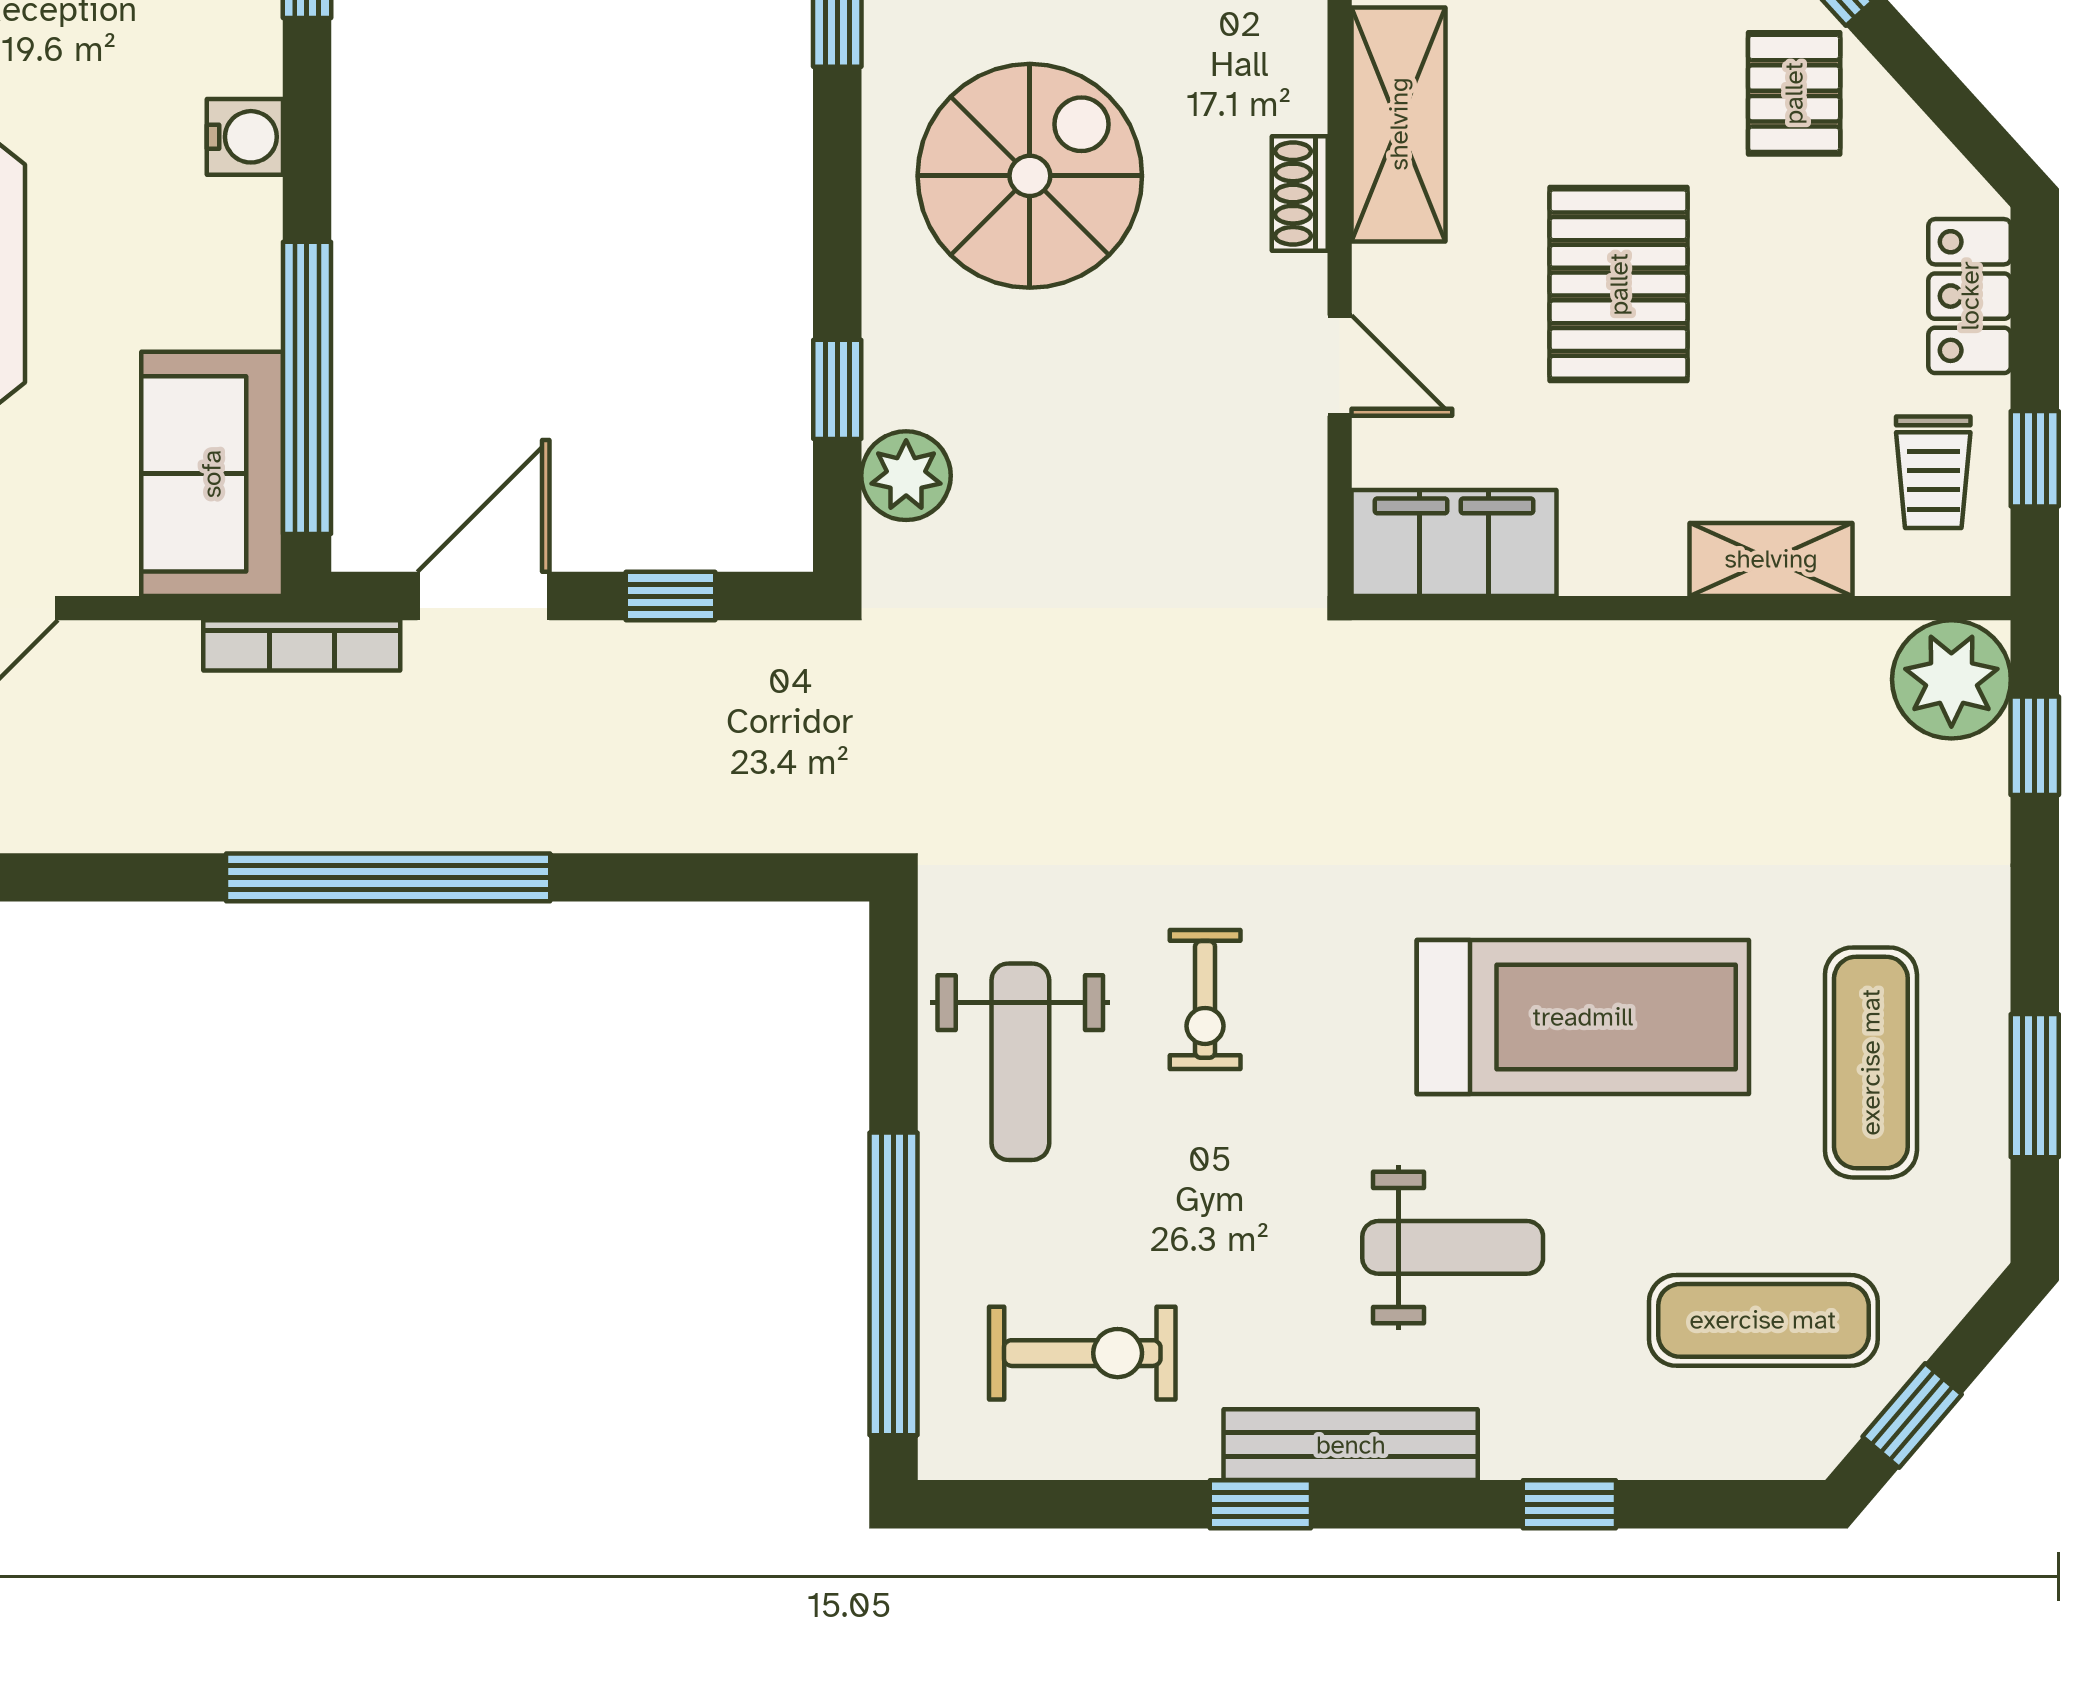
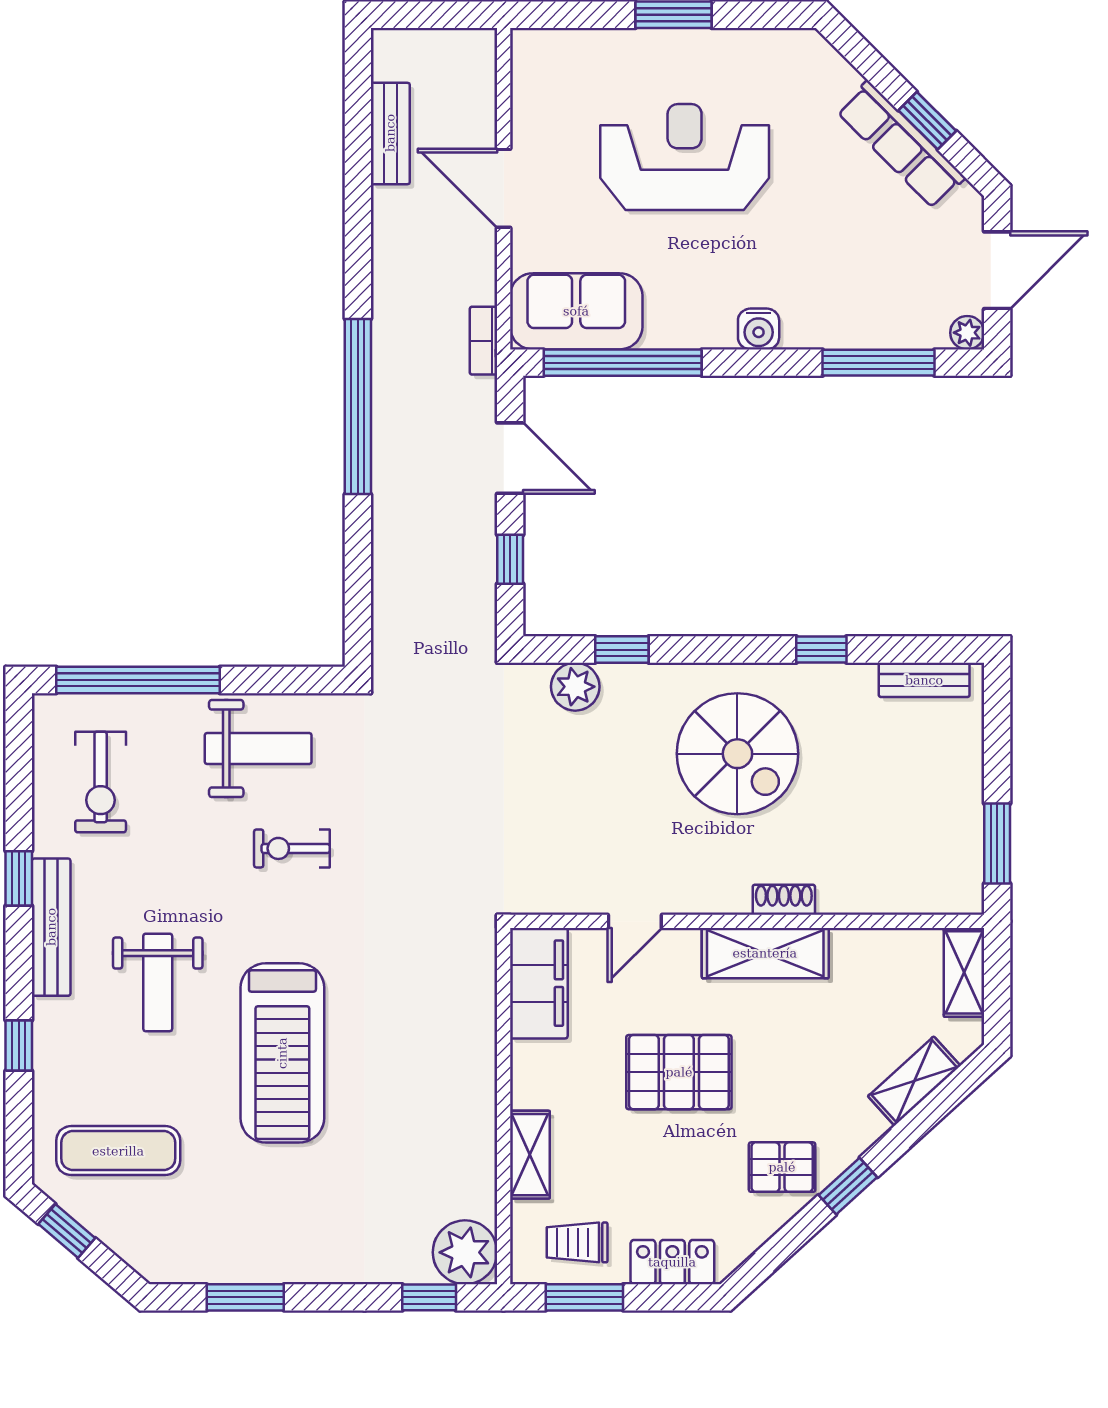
shoe rack: (1300, 194) -> (784, 900), moved
window: (2035, 459) -> (584, 1297), width x1.50
bookcase: (302, 645) -> (483, 341), width x0.64
weight bench: (1020, 1062) -> (258, 749), turned 180
exercise mat: (1871, 1062) -> (258, 1209), removed
exercise mat: (1763, 1320) -> (118, 1151), turned 90

